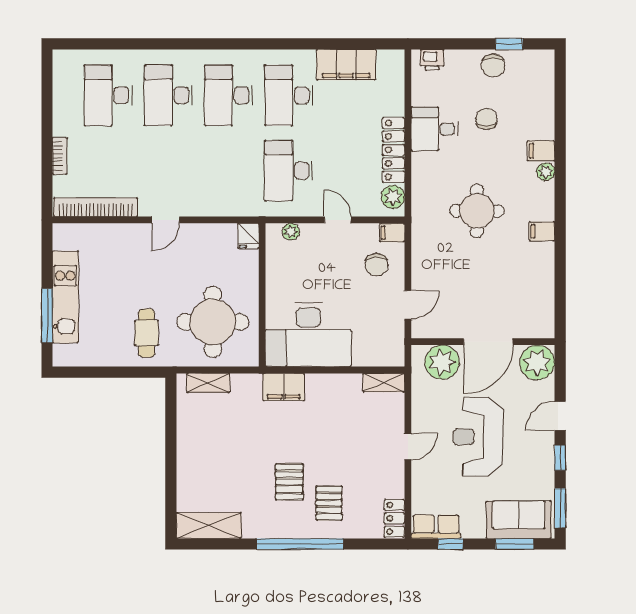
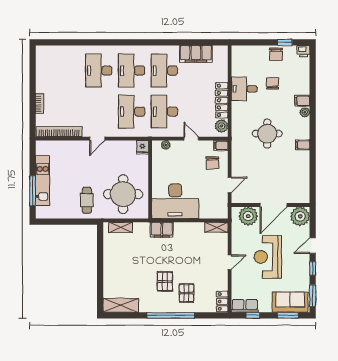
printer: (432, 60) -> (303, 51), moved
desk: (108, 95) -> (132, 112), moved

